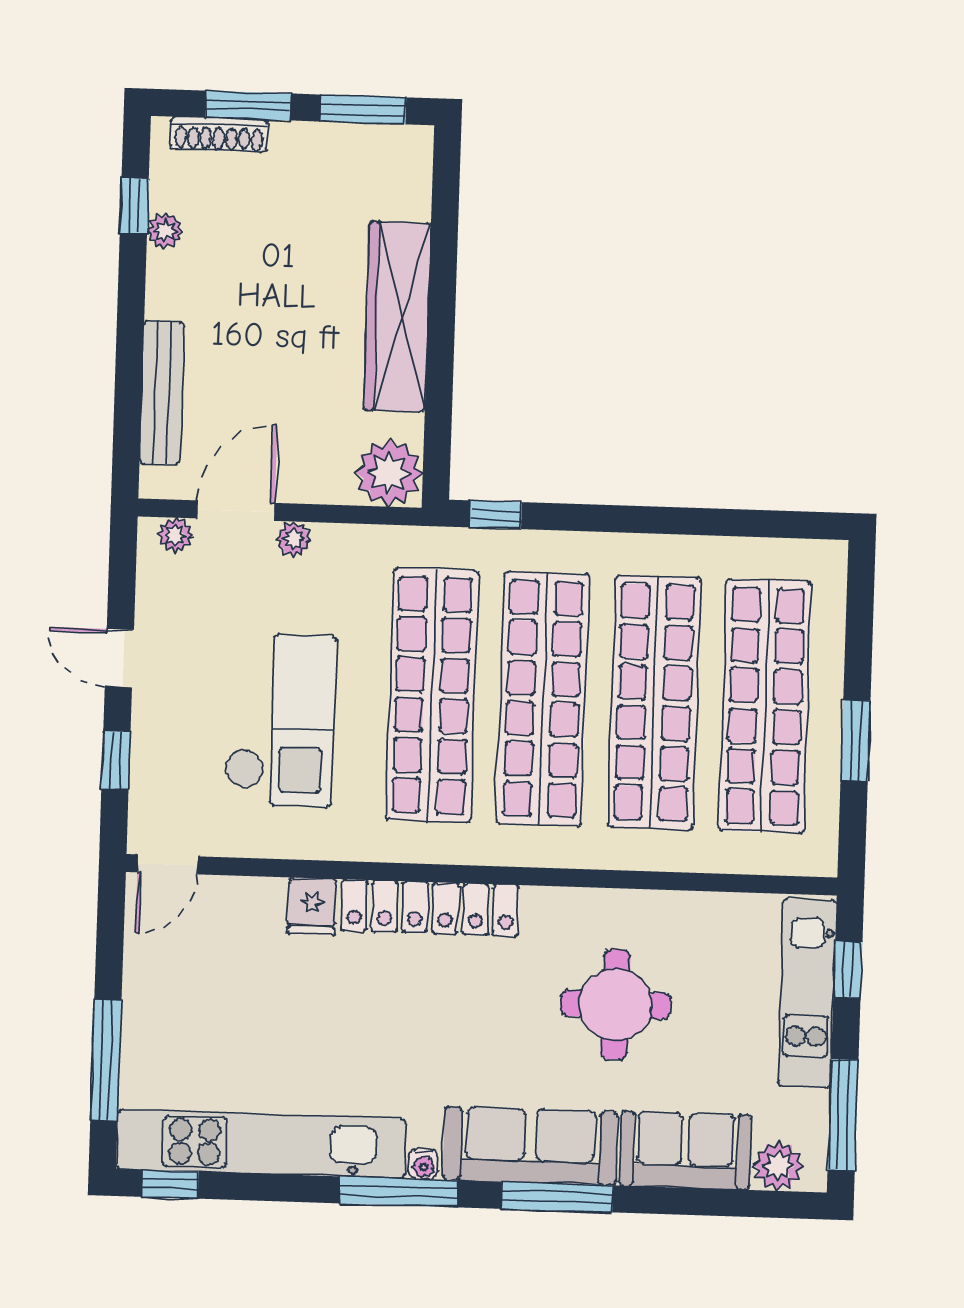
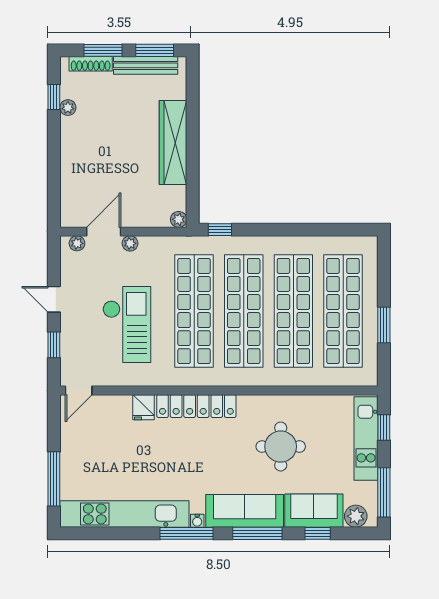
bench: (162, 393) -> (146, 65), moved, turned 90
plant: (389, 473) -> (179, 219), width x0.53, depth x0.53
window: (170, 1184) -> (318, 533), moved

